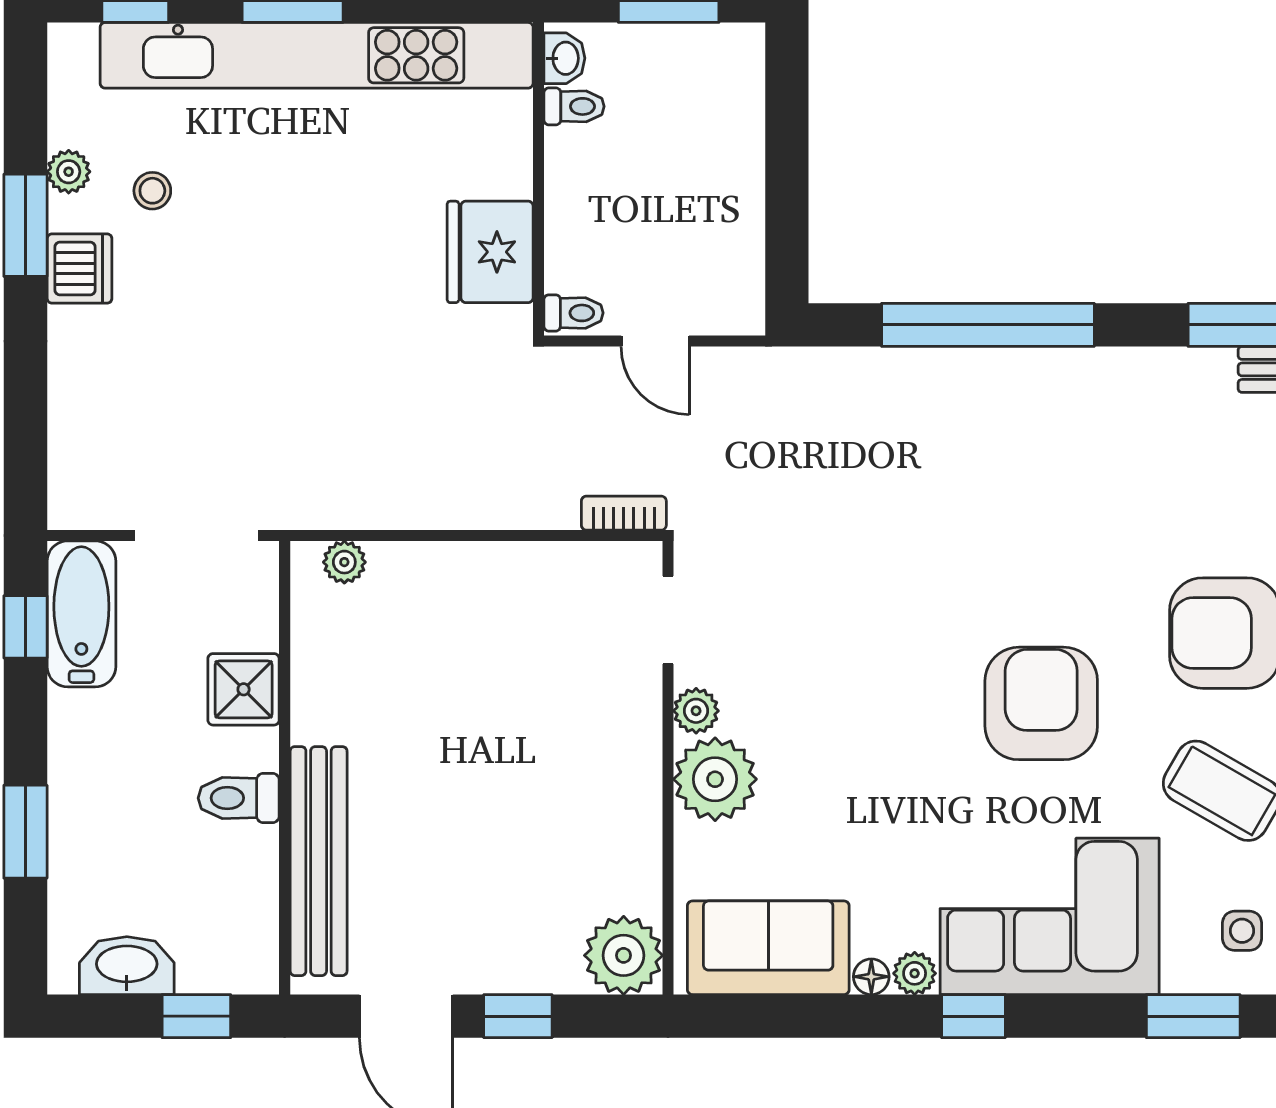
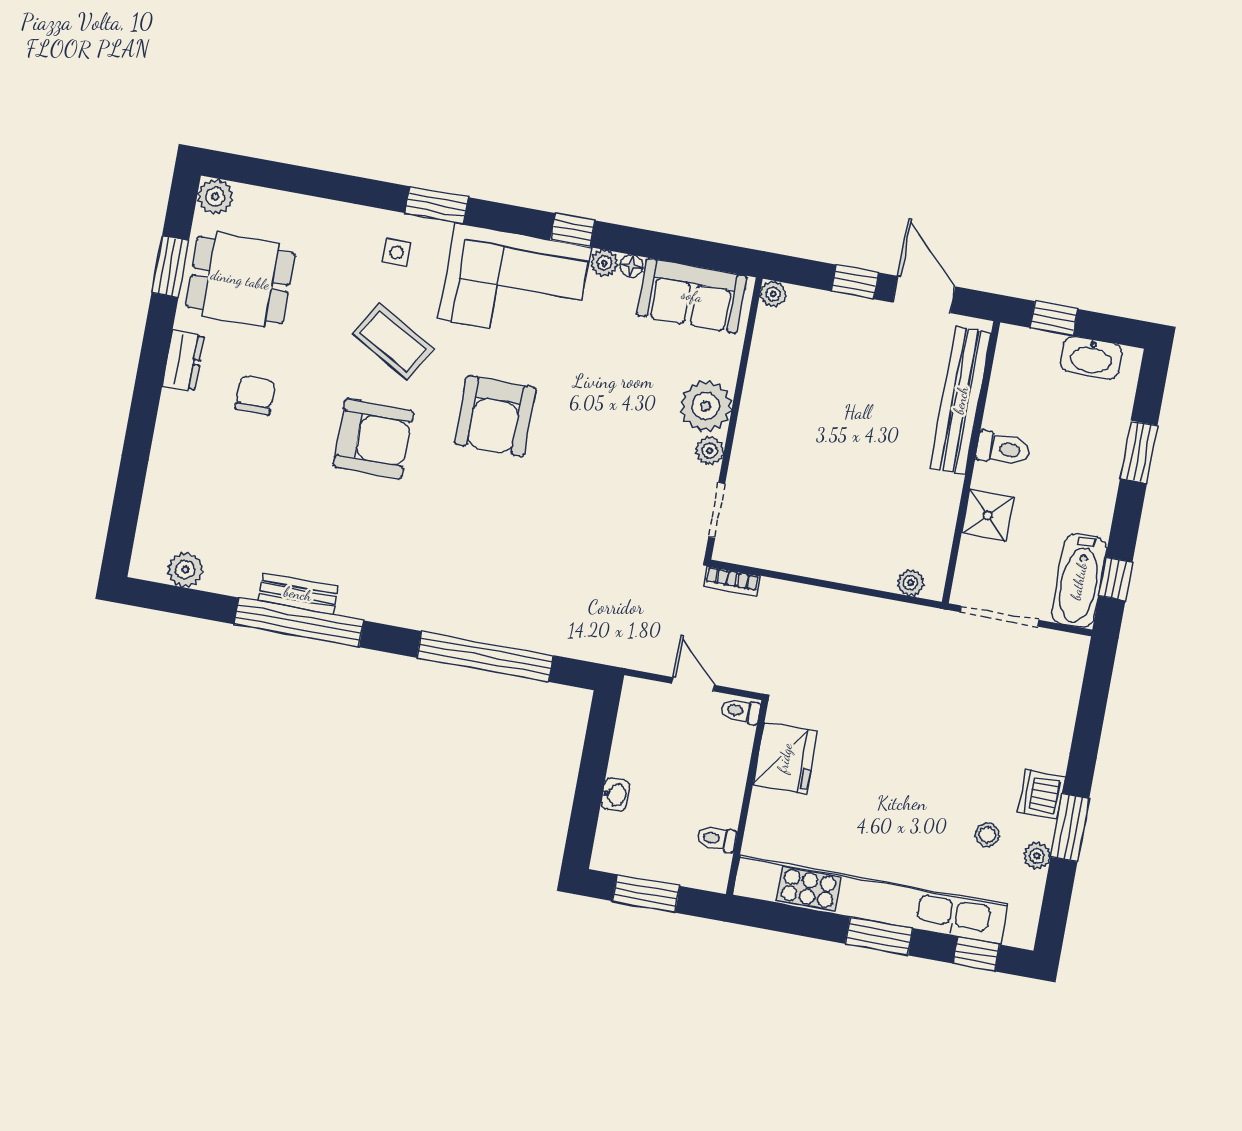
washbasin: (564, 58) -> (615, 795), moved, turned 180
plant: (624, 955) -> (773, 294), width x0.53, depth x0.53

